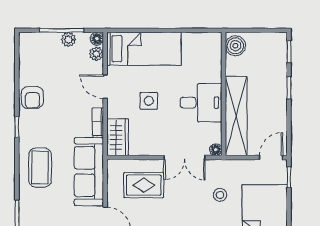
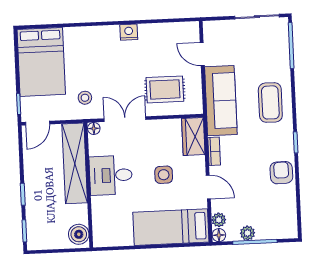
stool: (220, 195) -> (85, 98), moved

